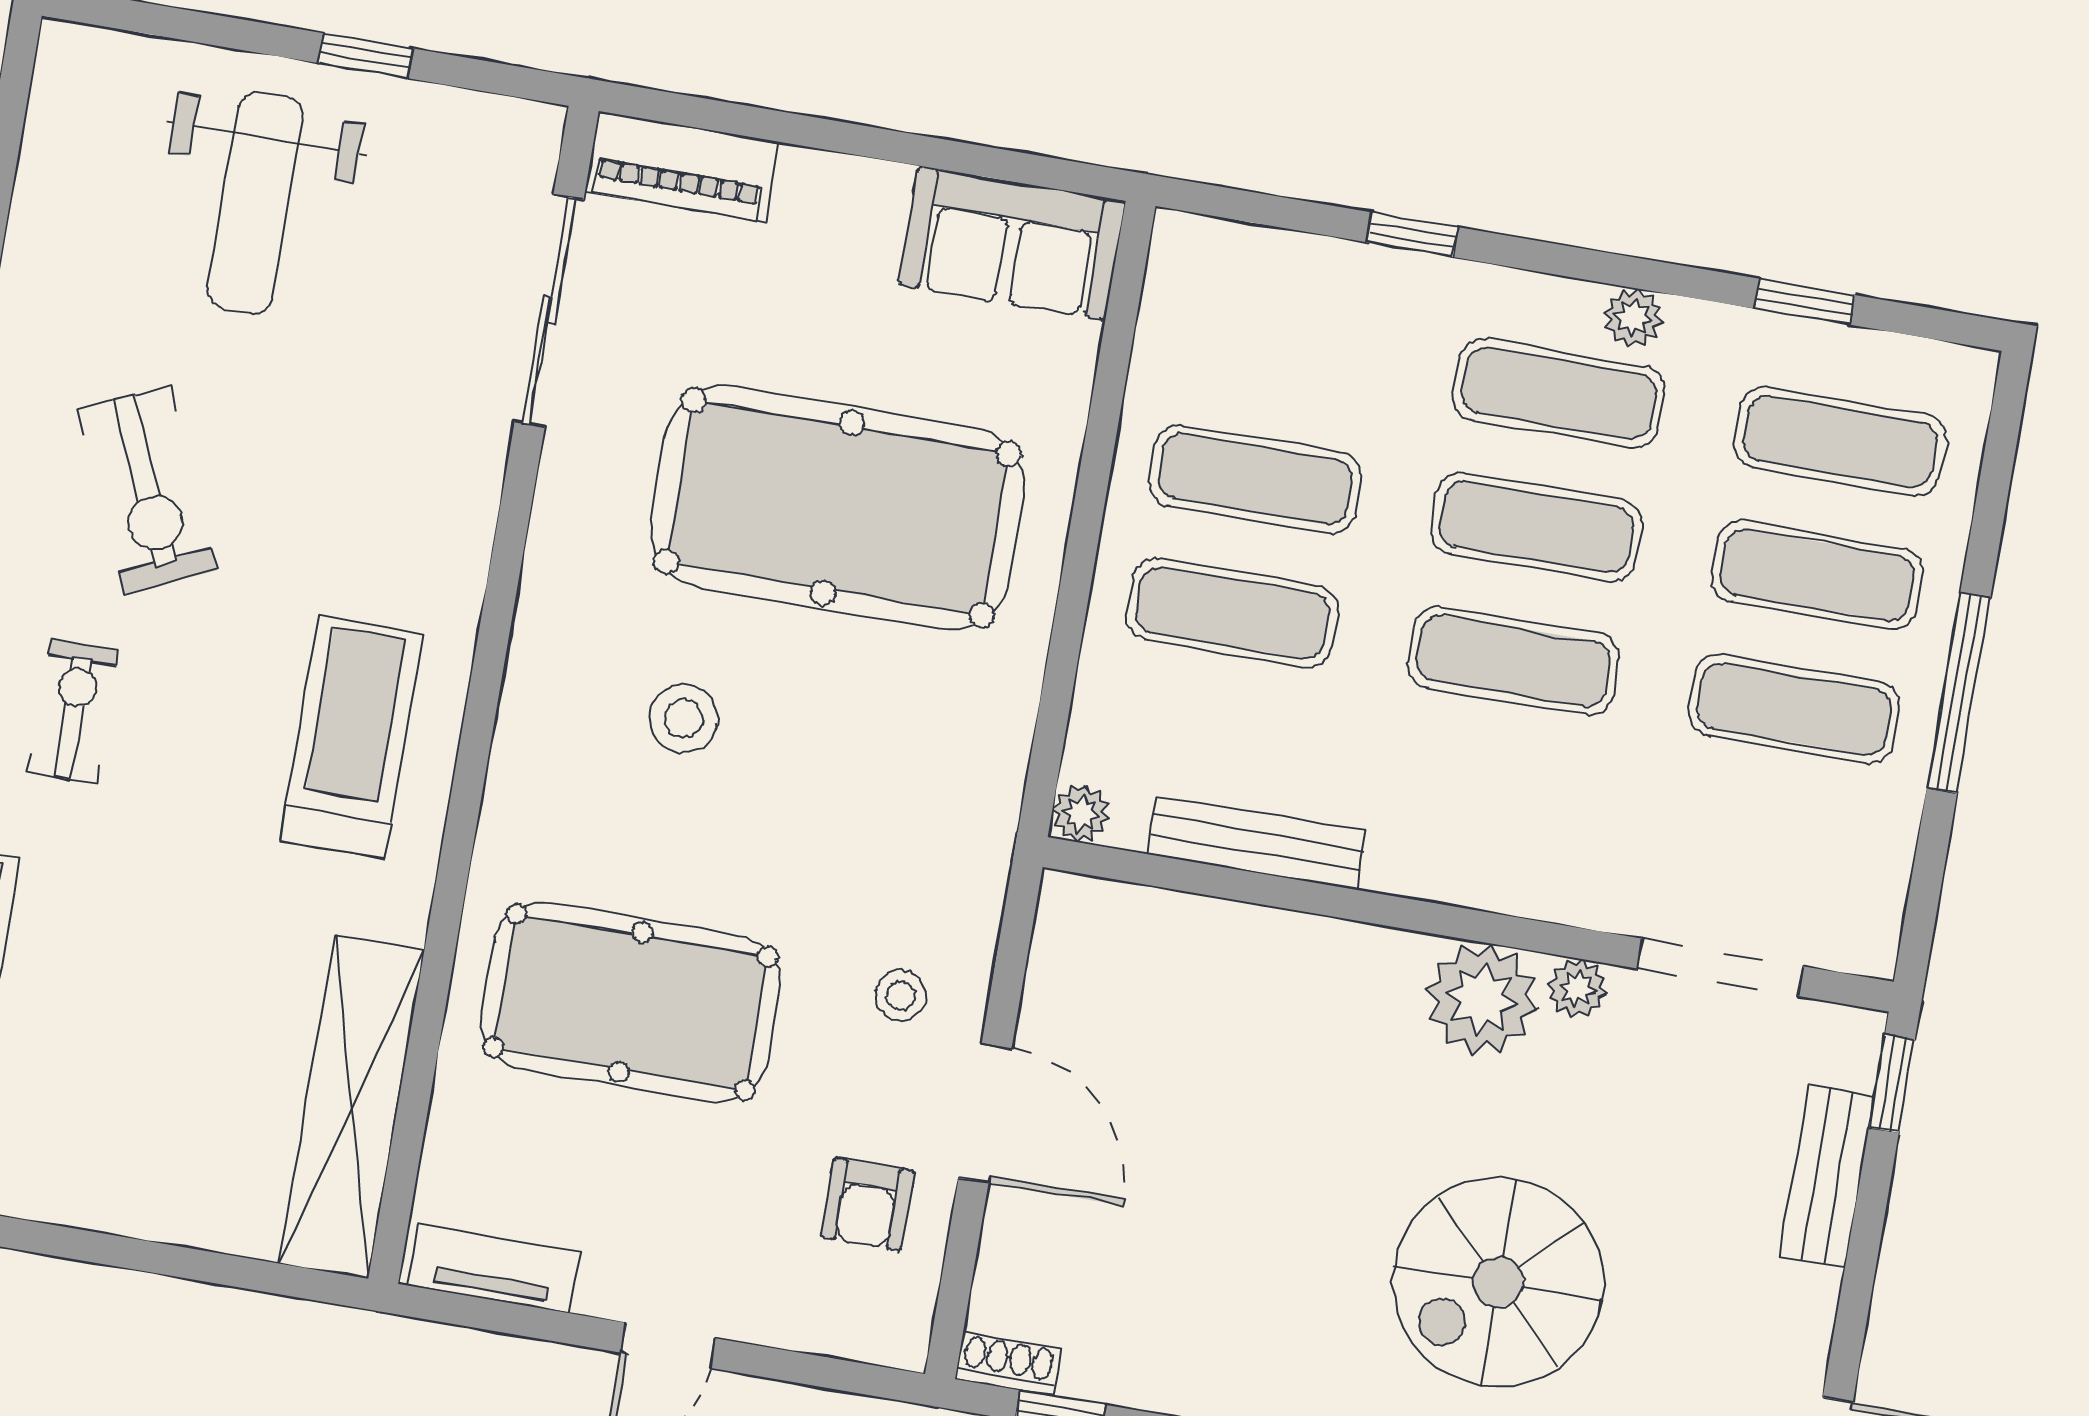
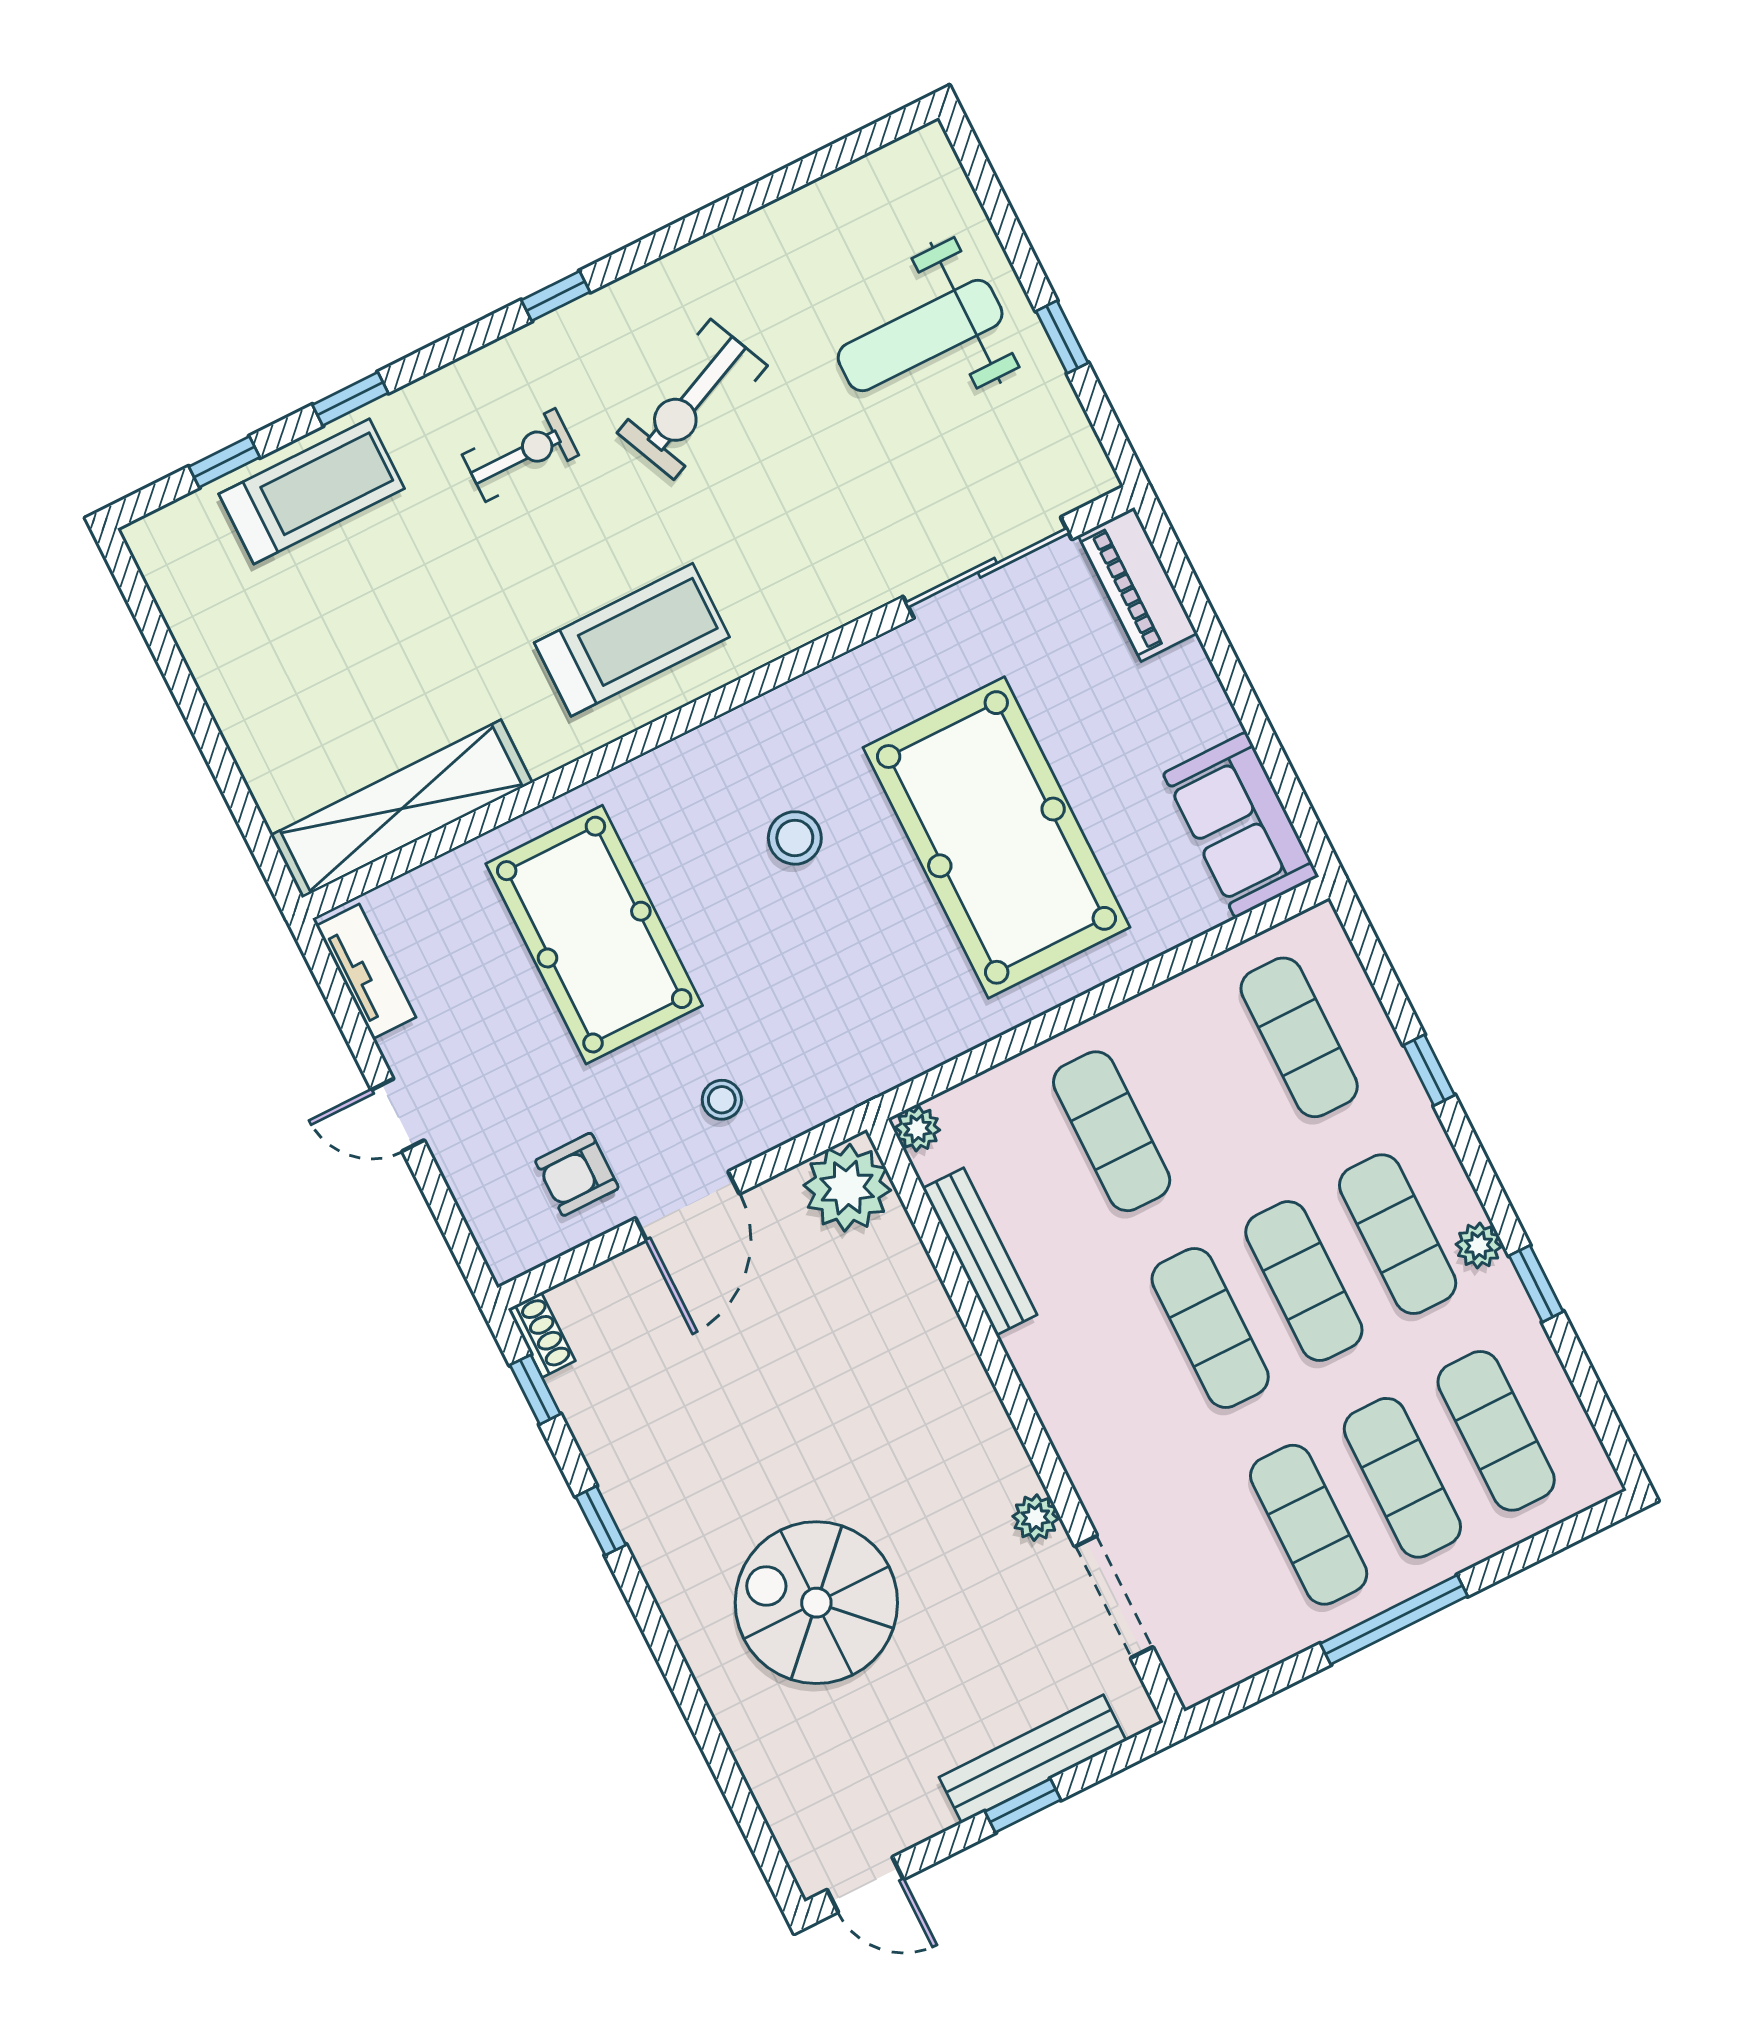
window: (1805, 302) -> (1536, 1284), moved
exercise mat: (1255, 479) -> (1299, 1037), moved
plant: (1482, 999) -> (847, 1188), moved
window: (1892, 1084) -> (1023, 1806), moved
bench: (1827, 1176) -> (1033, 1759), width x1.36

